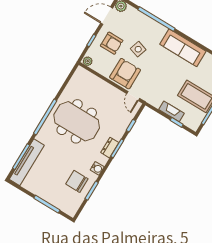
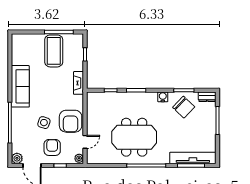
armchair: (125, 74) -> (71, 121), turned -90
door: (133, 96) -> (85, 142), moved
fireplace: (172, 111) -> (79, 83), moved
meeting table: (77, 121) -> (134, 137), turned 90
dresser: (110, 148) -> (207, 97), moved
chair: (77, 181) -> (184, 107), turned -46

